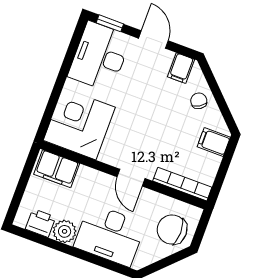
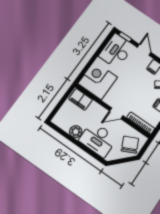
door: (131, 178) -> (116, 113), hinge flipped
printer: (40, 223) -> (65, 124), removed
chair: (172, 230) -> (130, 145), turned 65

